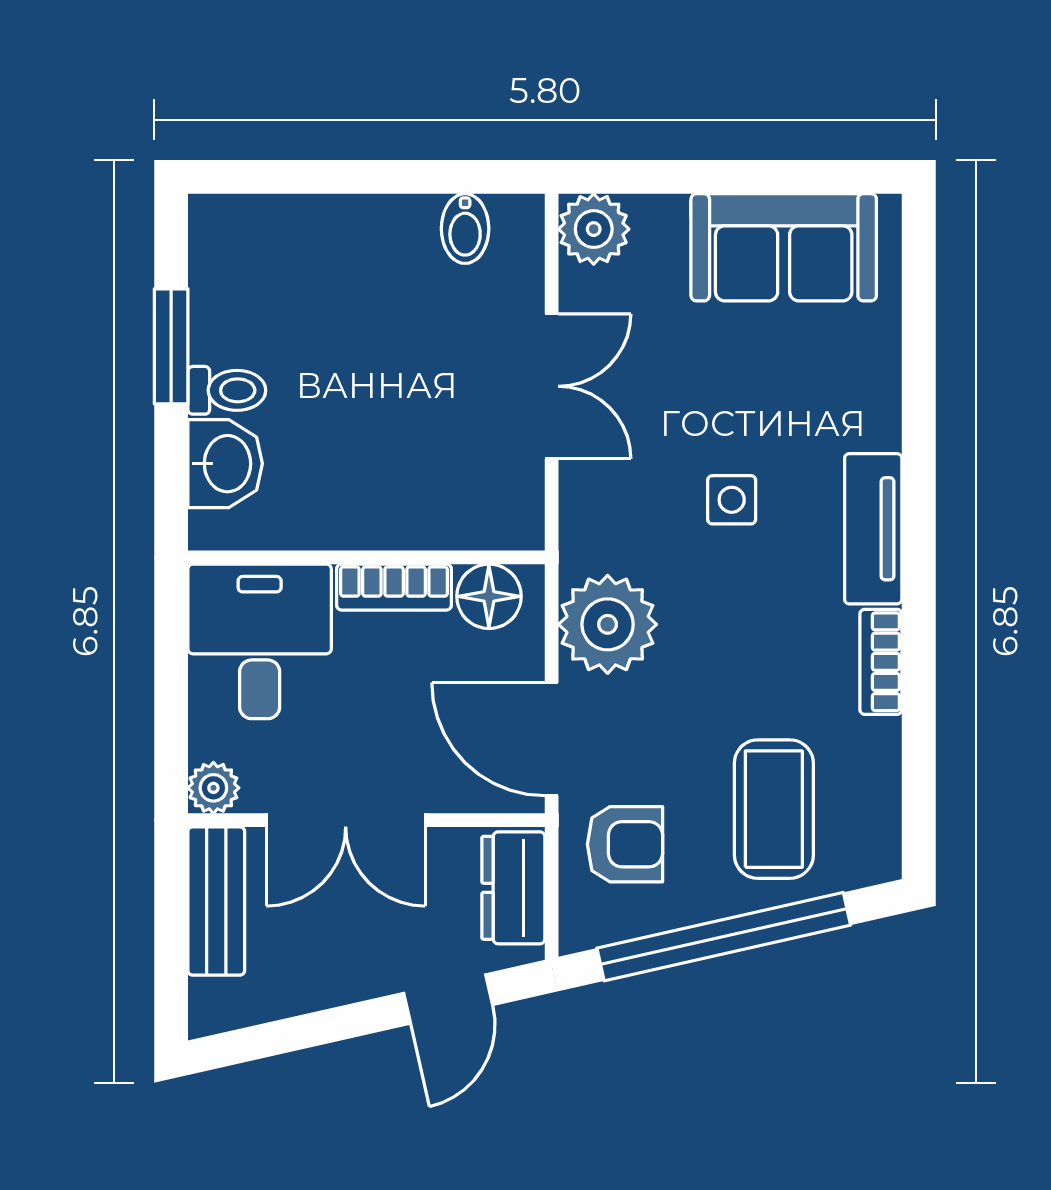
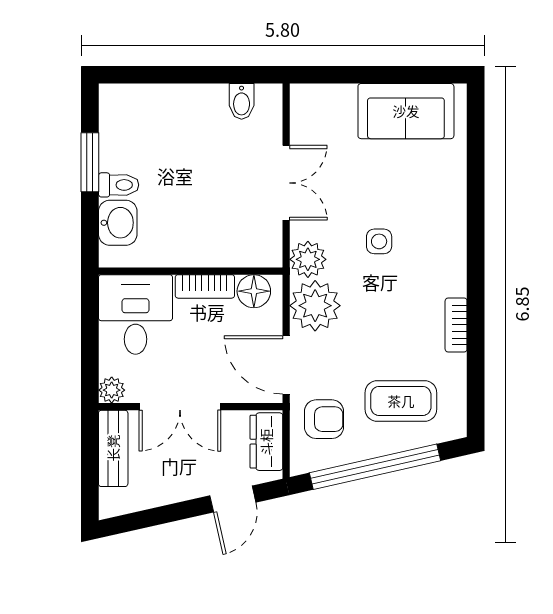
plant: (594, 229) -> (308, 259), moved
tv unit: (873, 529) -> (452, 256), removed
coffee table: (774, 809) -> (401, 401), turned 90

